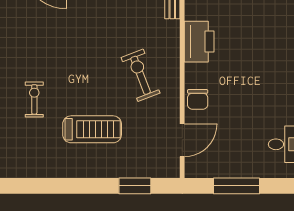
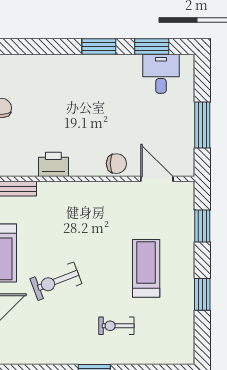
printer: (199, 42) -> (53, 164), width x0.73, depth x0.84
exercise bike: (141, 75) -> (56, 281), moved
window: (66, 186) -> (202, 294), added

